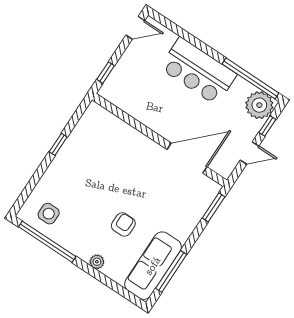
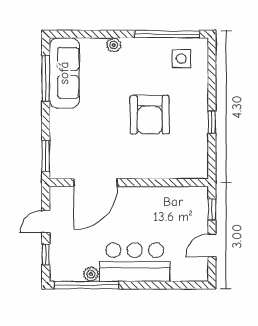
door: (135, 28) -> (212, 245), moved
plant: (259, 105) -> (91, 274), moved, width x0.53, depth x0.53
armchair: (123, 224) -> (150, 115), moved, width x1.88, depth x1.88

